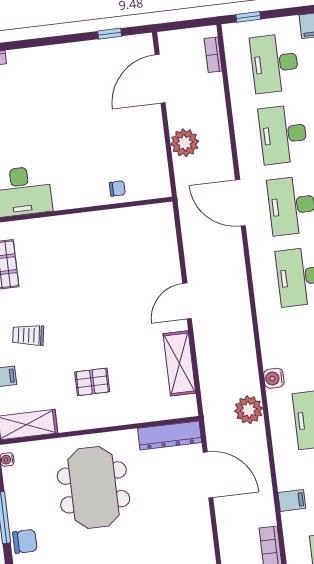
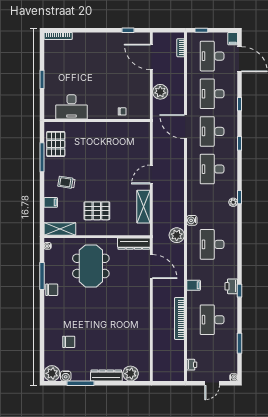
door: (160, 79) -> (151, 57), hinge flipped
pallet: (92, 382) -> (97, 211), width x1.50, depth x1.42

